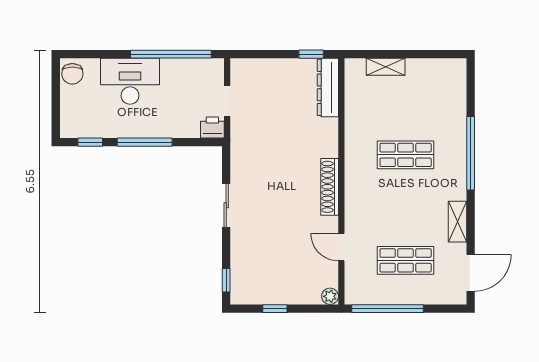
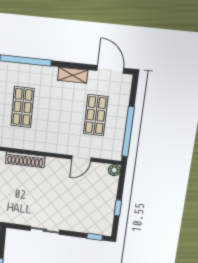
shoe rack: (330, 187) -> (25, 160), moved

